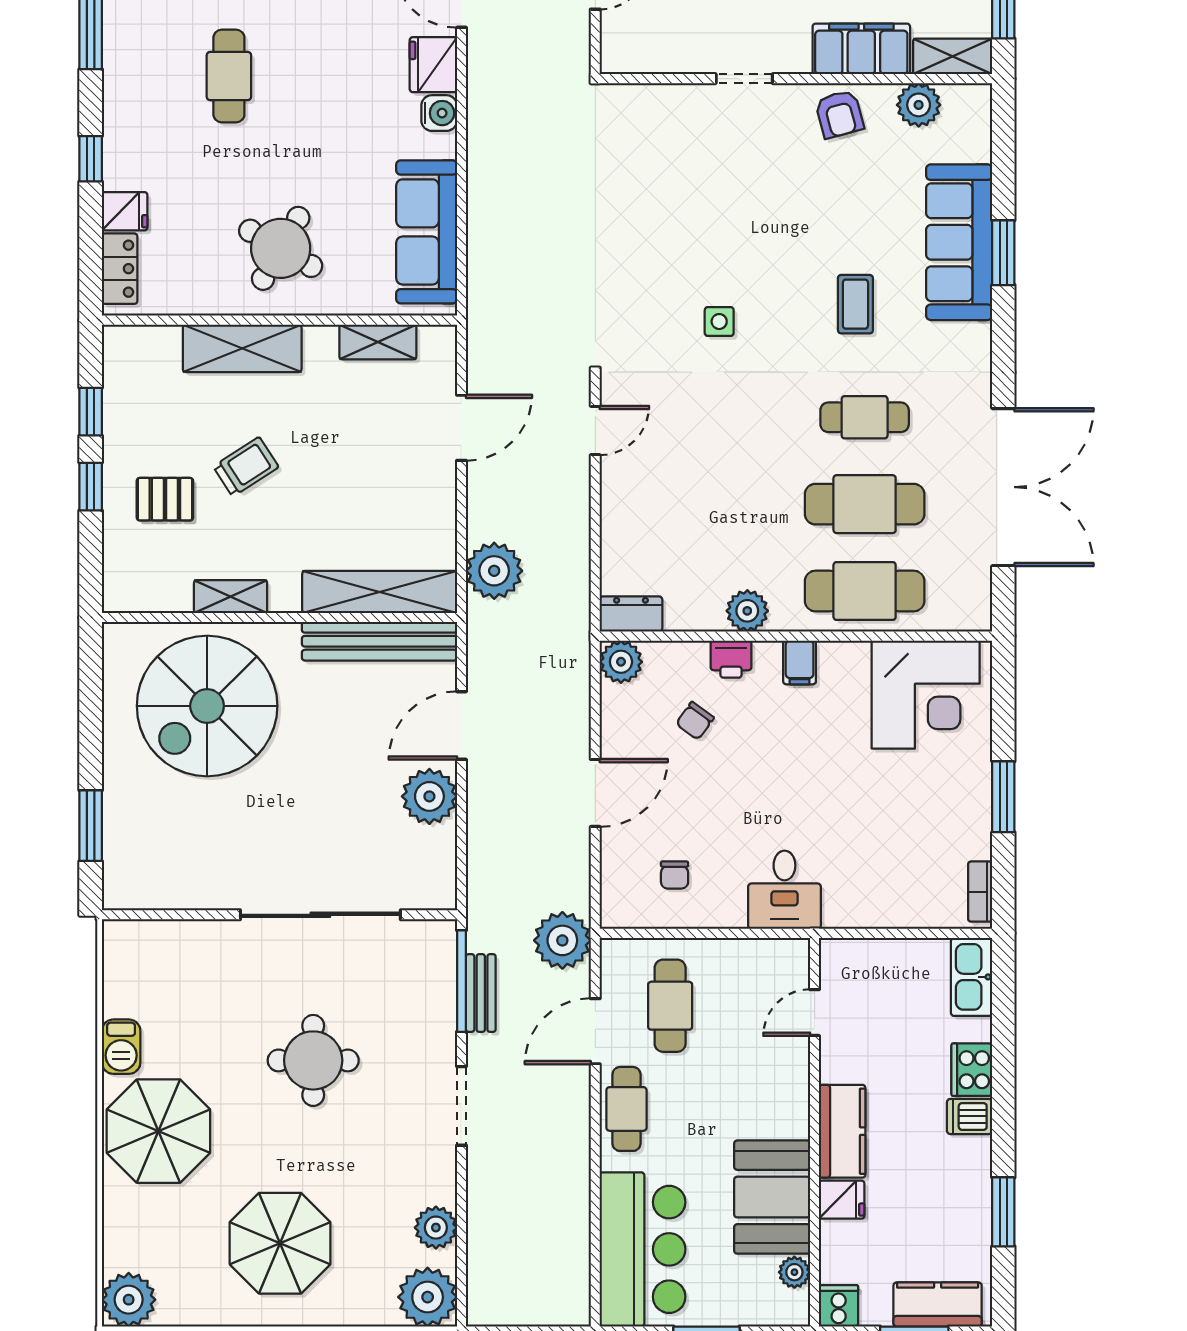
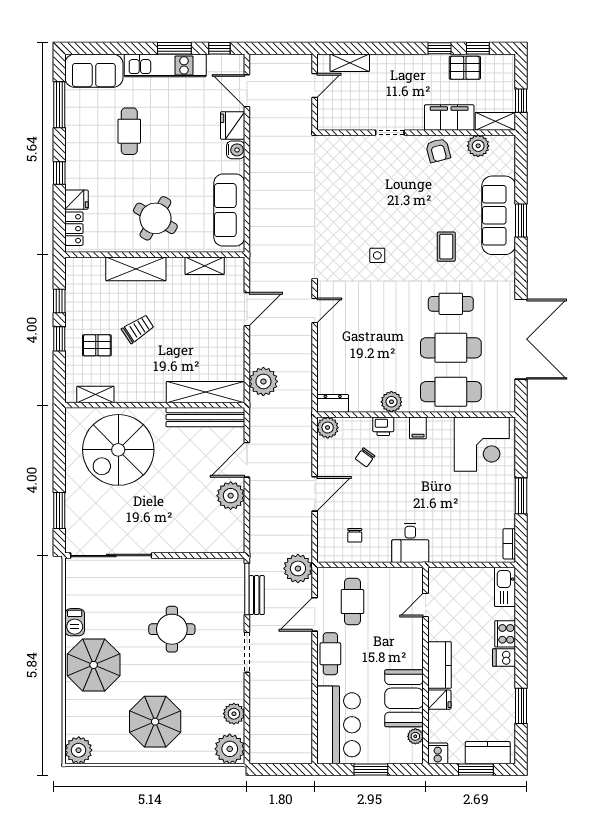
shelving: (231, 597) -> (95, 395), moved
sliding door: (320, 915) -> (111, 556), moved

